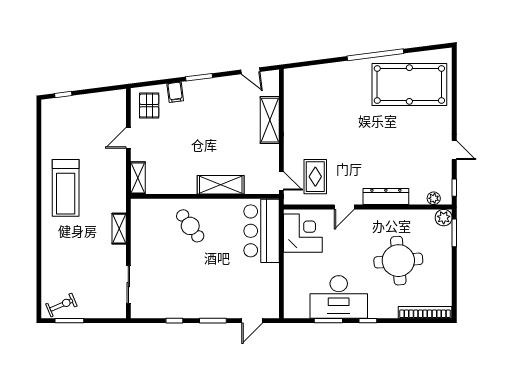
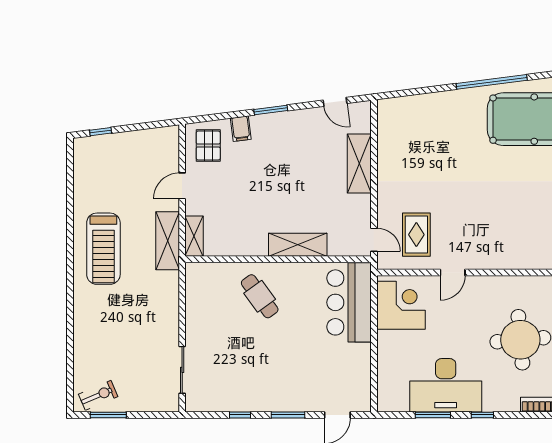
dresser: (386, 197) -> (505, 260), removed
shelving: (119, 229) -> (168, 241), moved, width x1.50, depth x1.33

